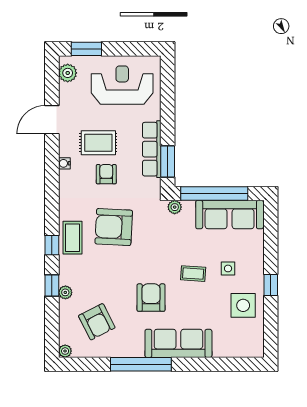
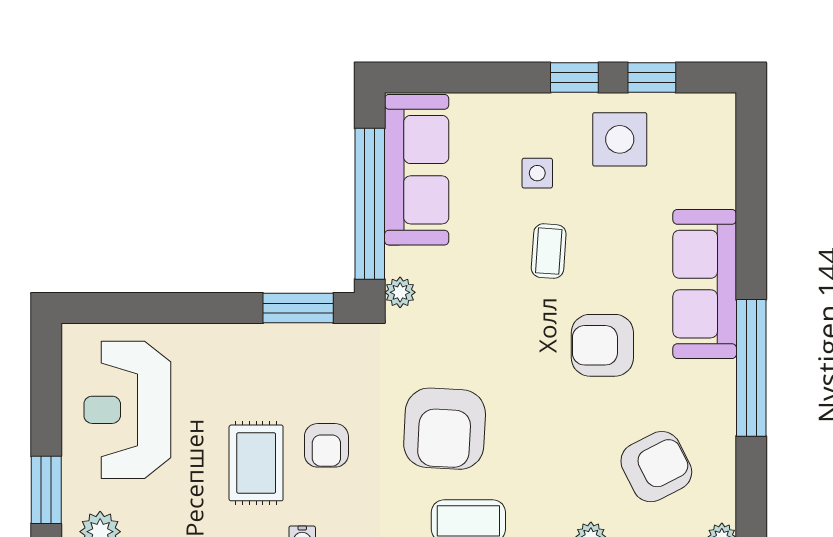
row of seats: (152, 149) -> (270, 344), removed
armchair: (106, 174) -> (326, 445), turned -90
window: (271, 320) -> (652, 78), added

